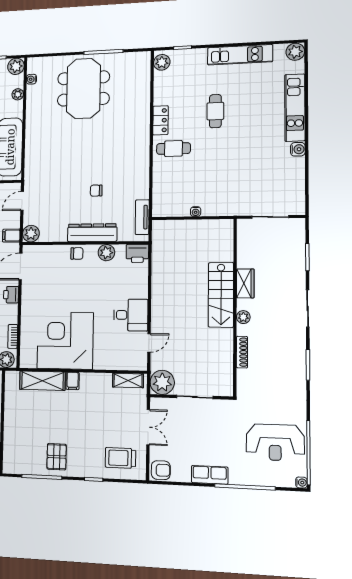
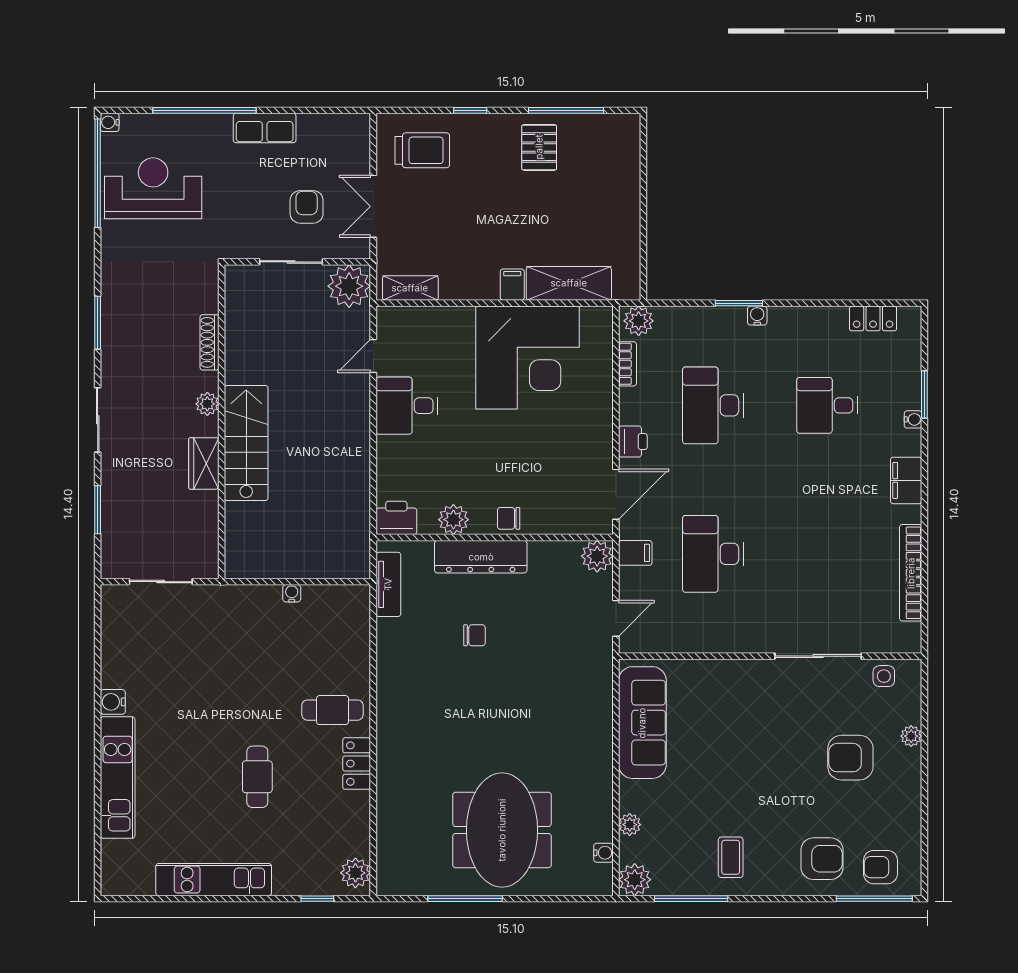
plant: (295, 52) -> (116, 880), removed
armchair: (161, 470) -> (307, 207), moved, turned 90

